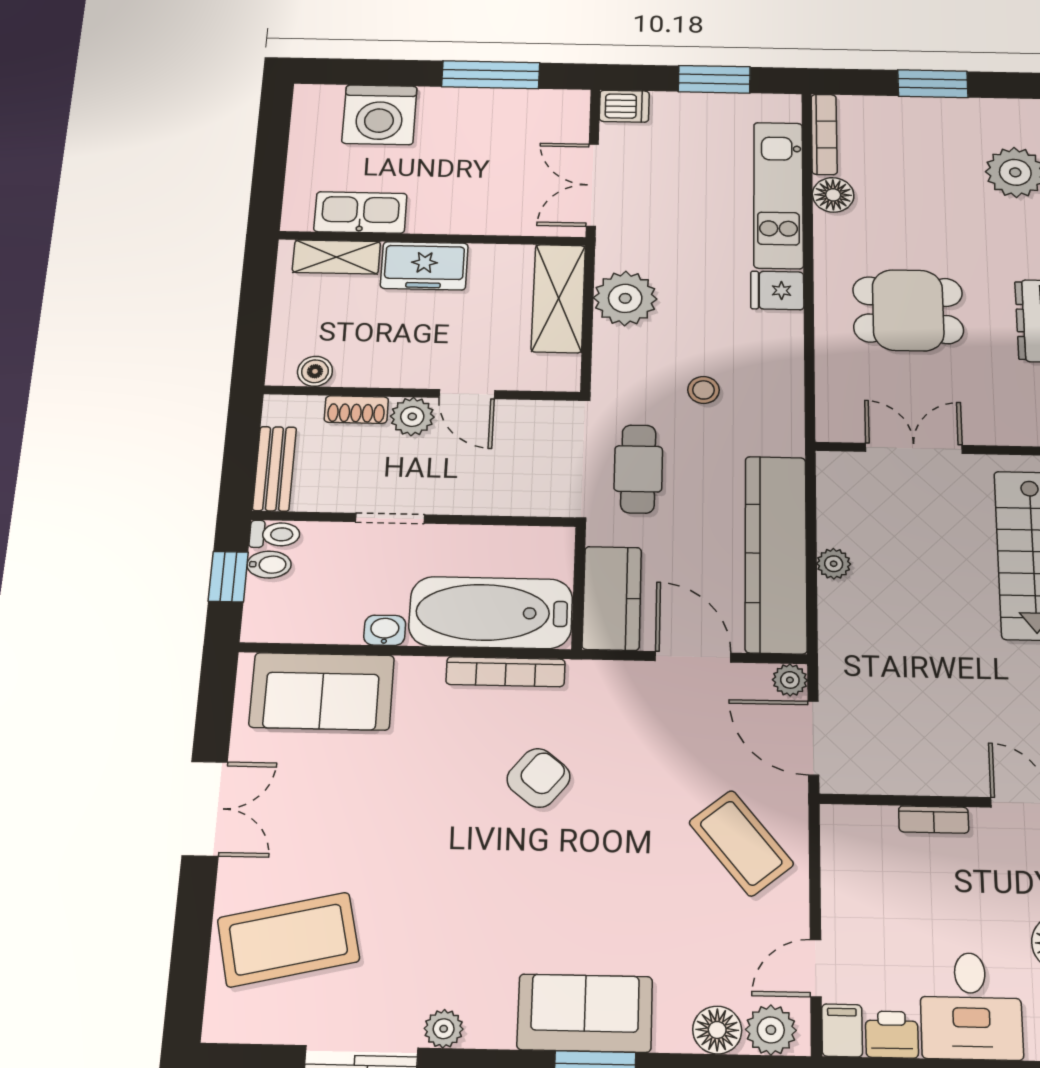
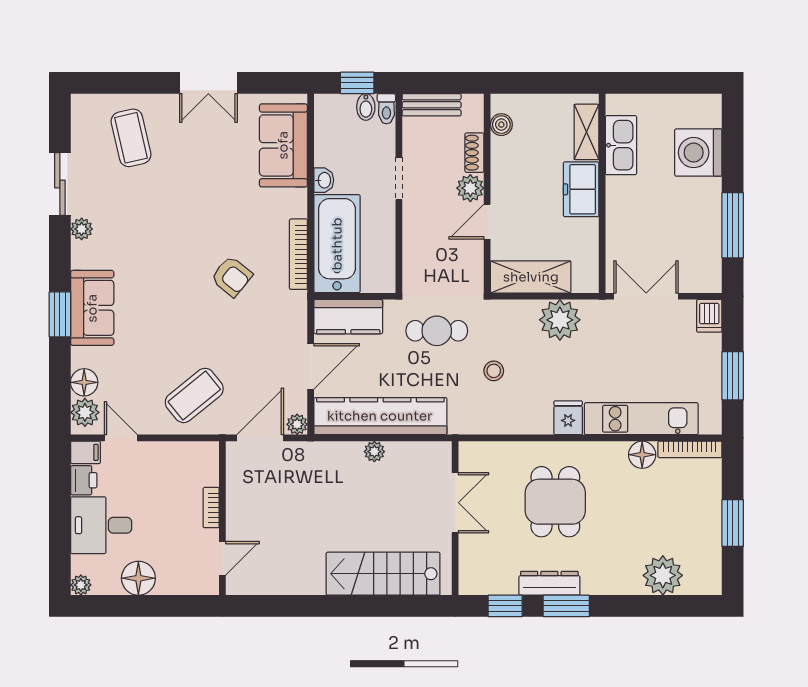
shelving: (558, 298) -> (531, 277), moved
coffee table: (288, 940) -> (131, 138), width x0.73, depth x0.76

